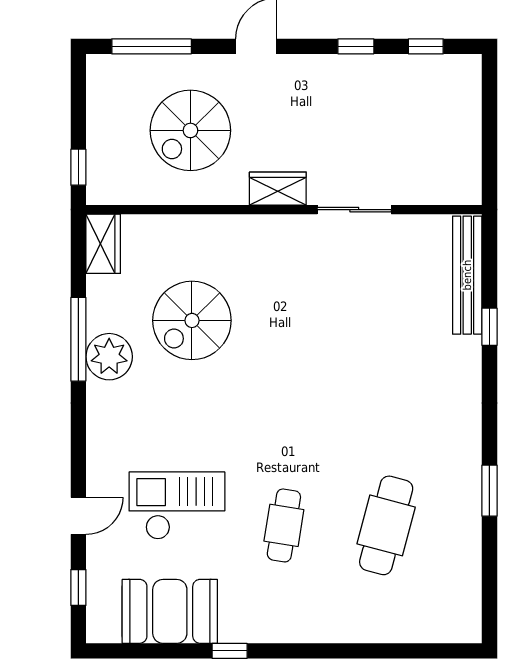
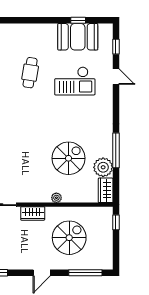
plant: (221, 226) -> (56, 198), added
plant: (109, 357) -> (103, 167), moved
door: (78, 516) -> (116, 77), swing flipped
window: (230, 651) -> (78, 20), moved

